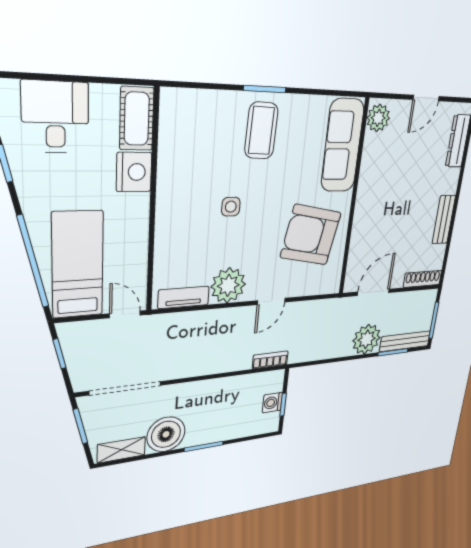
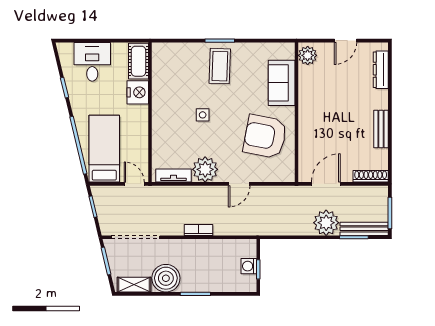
sofa: (342, 146) -> (282, 83), width x0.73
bookcase: (270, 360) -> (199, 230), moved

